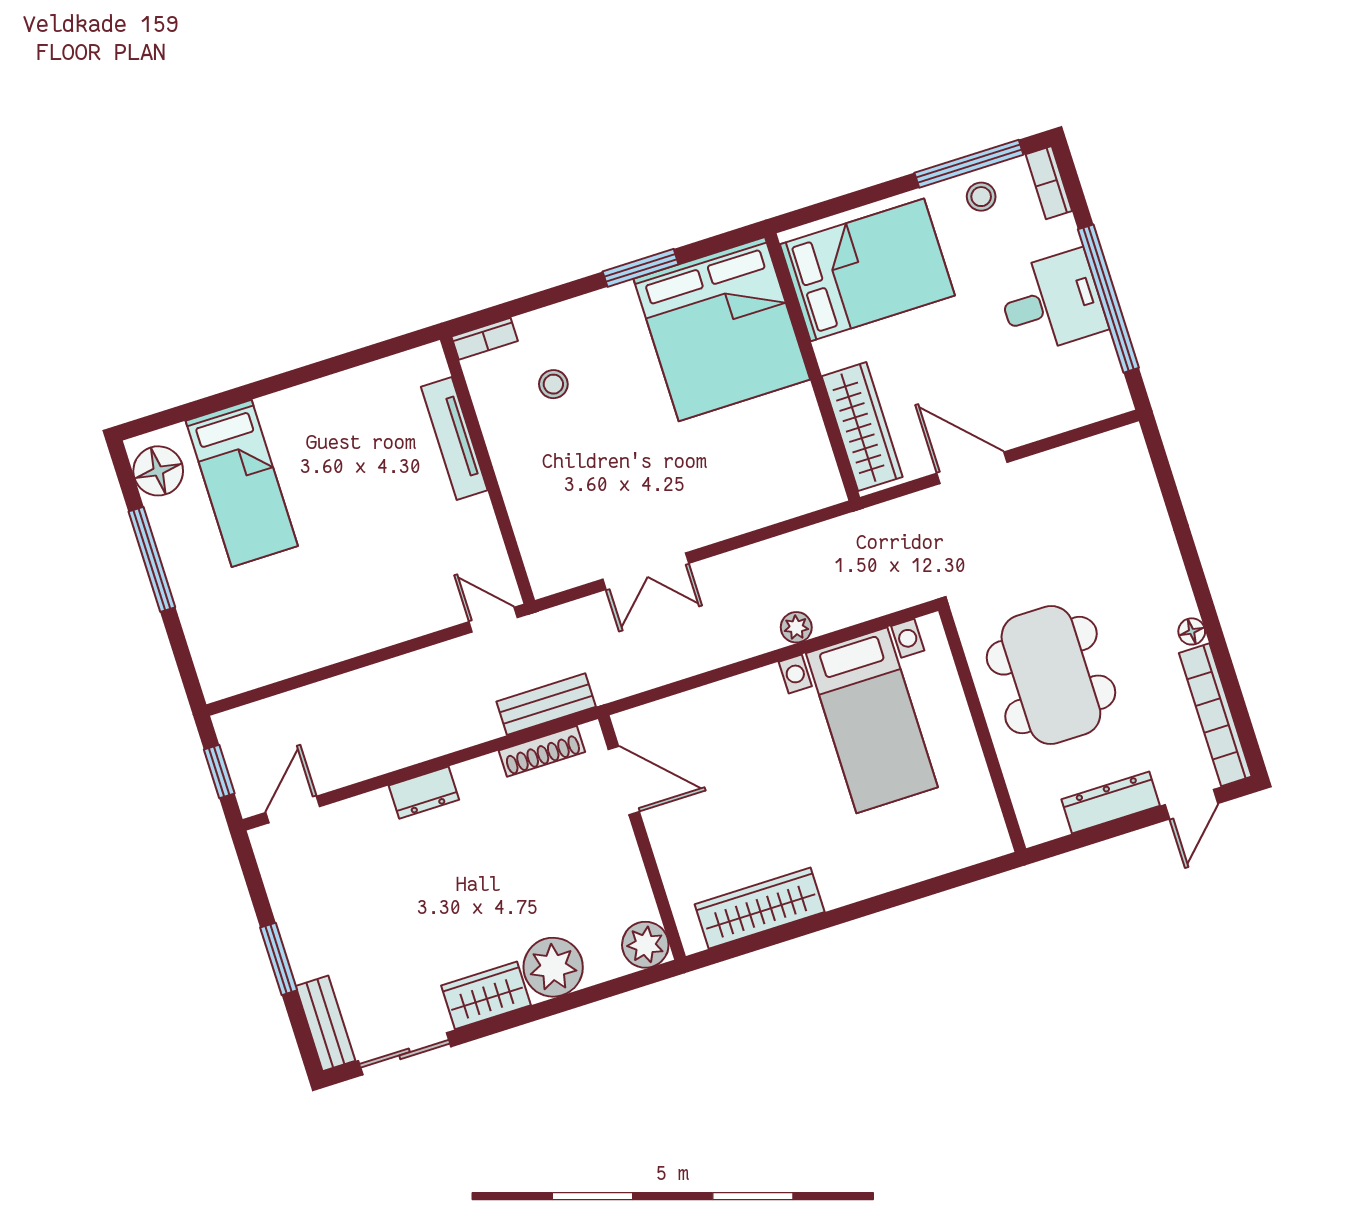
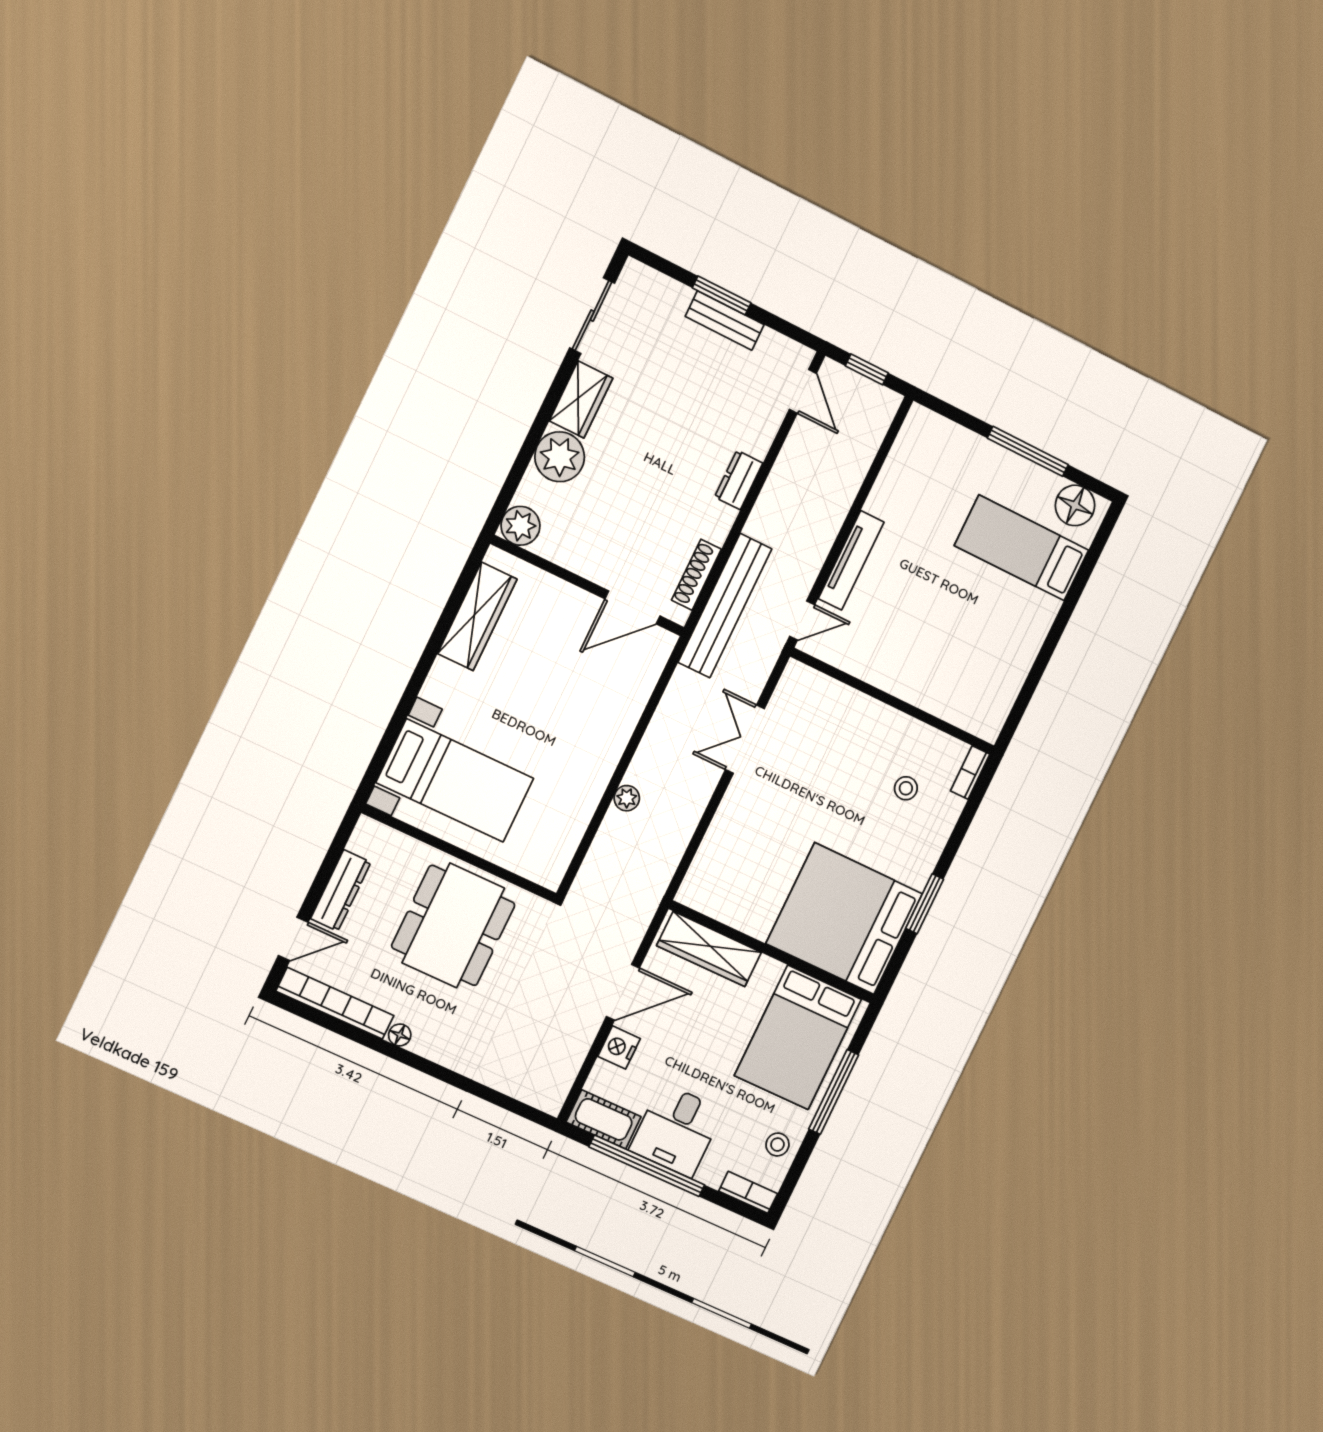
window: (969, 164) -> (834, 1092), moved
cot: (1102, 378) -> (604, 1119), added
nightstand: (1025, 425) -> (619, 1047), added
tv unit: (454, 439) -> (851, 560), moved, turned 90
dining table: (1051, 675) -> (453, 925), turned 90
bench: (546, 704) -> (725, 606), width x1.86, depth x1.21
bed with nightstands: (872, 720) -> (455, 781), moved, turned 180
door: (1191, 804) -> (293, 939), swing flipped
bench: (325, 1023) -> (725, 321), moved

